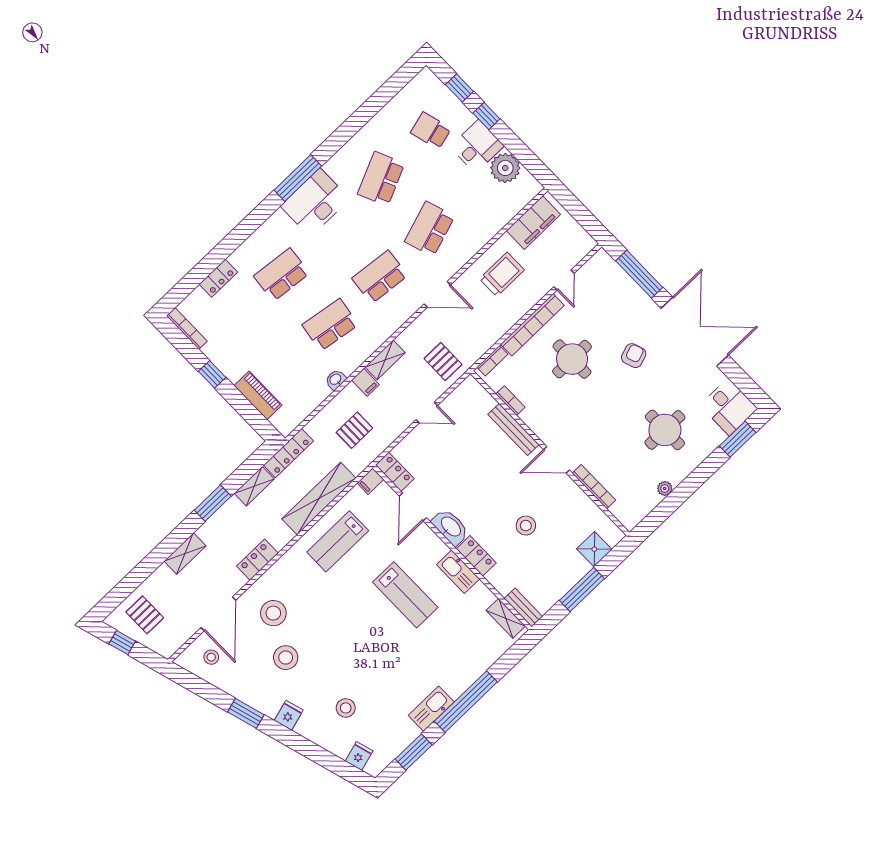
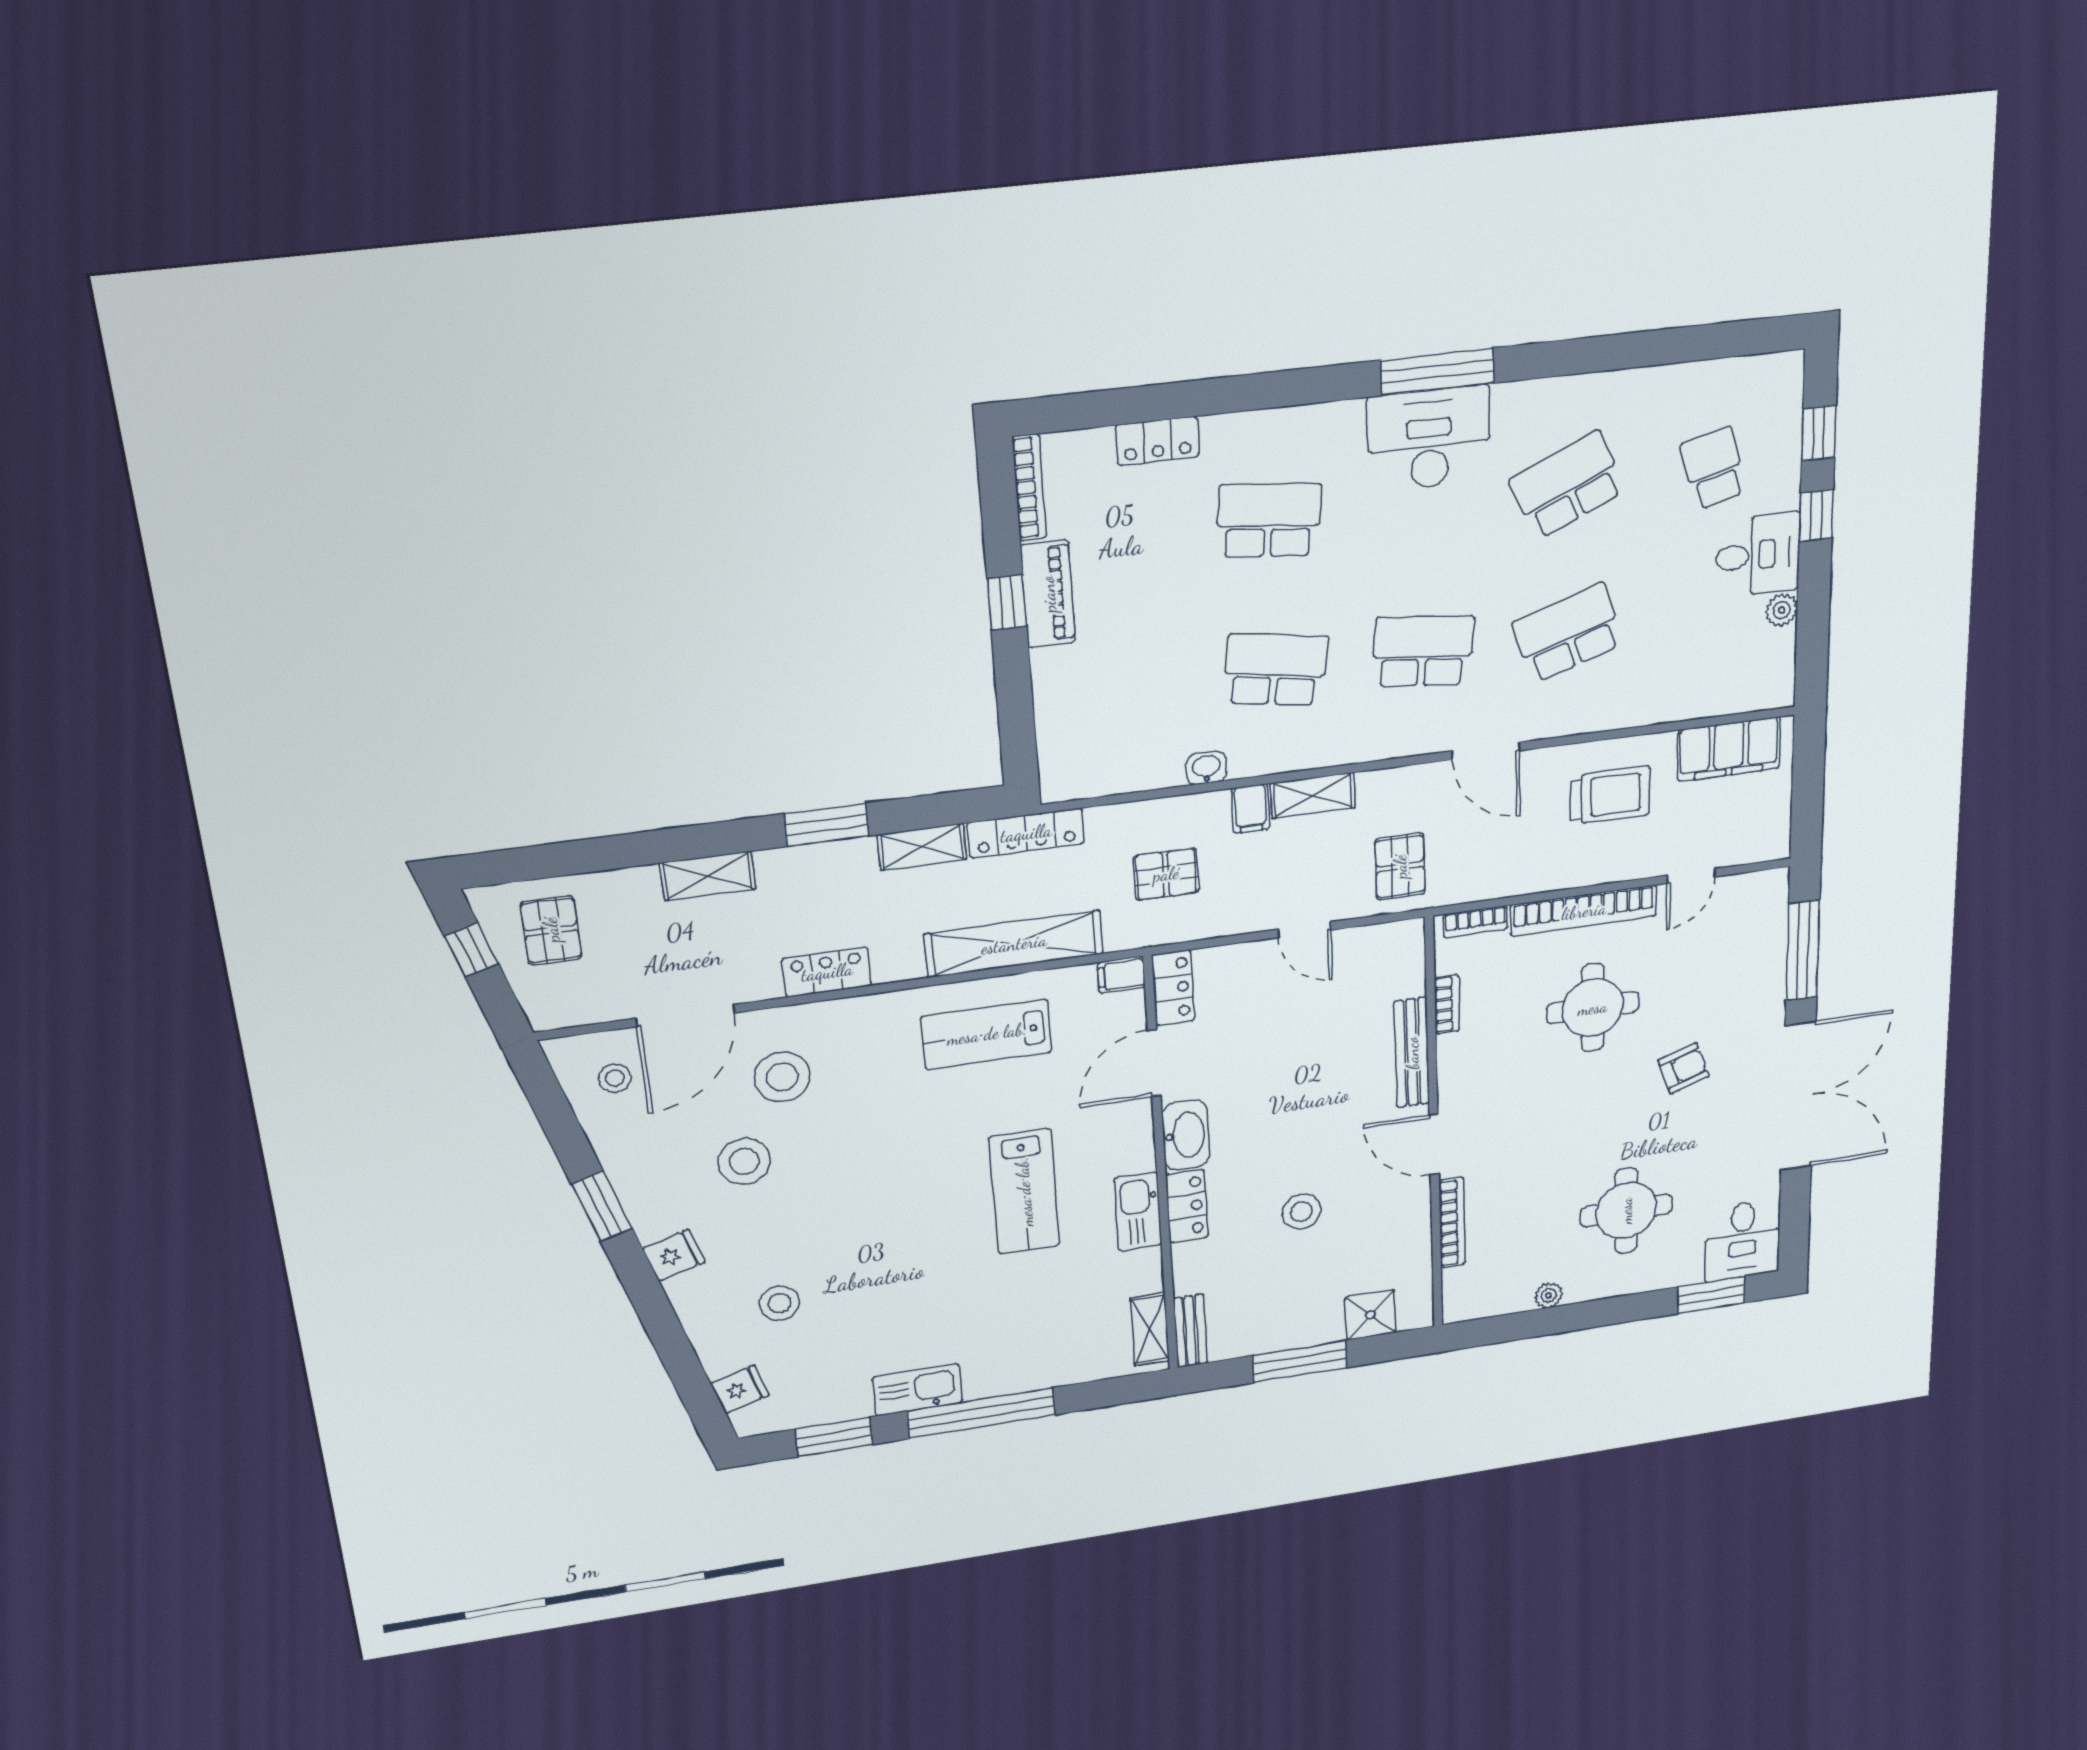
plant: (505, 168) -> (1782, 610), width x0.53, depth x0.53
piano: (258, 395) -> (1048, 594), moved

